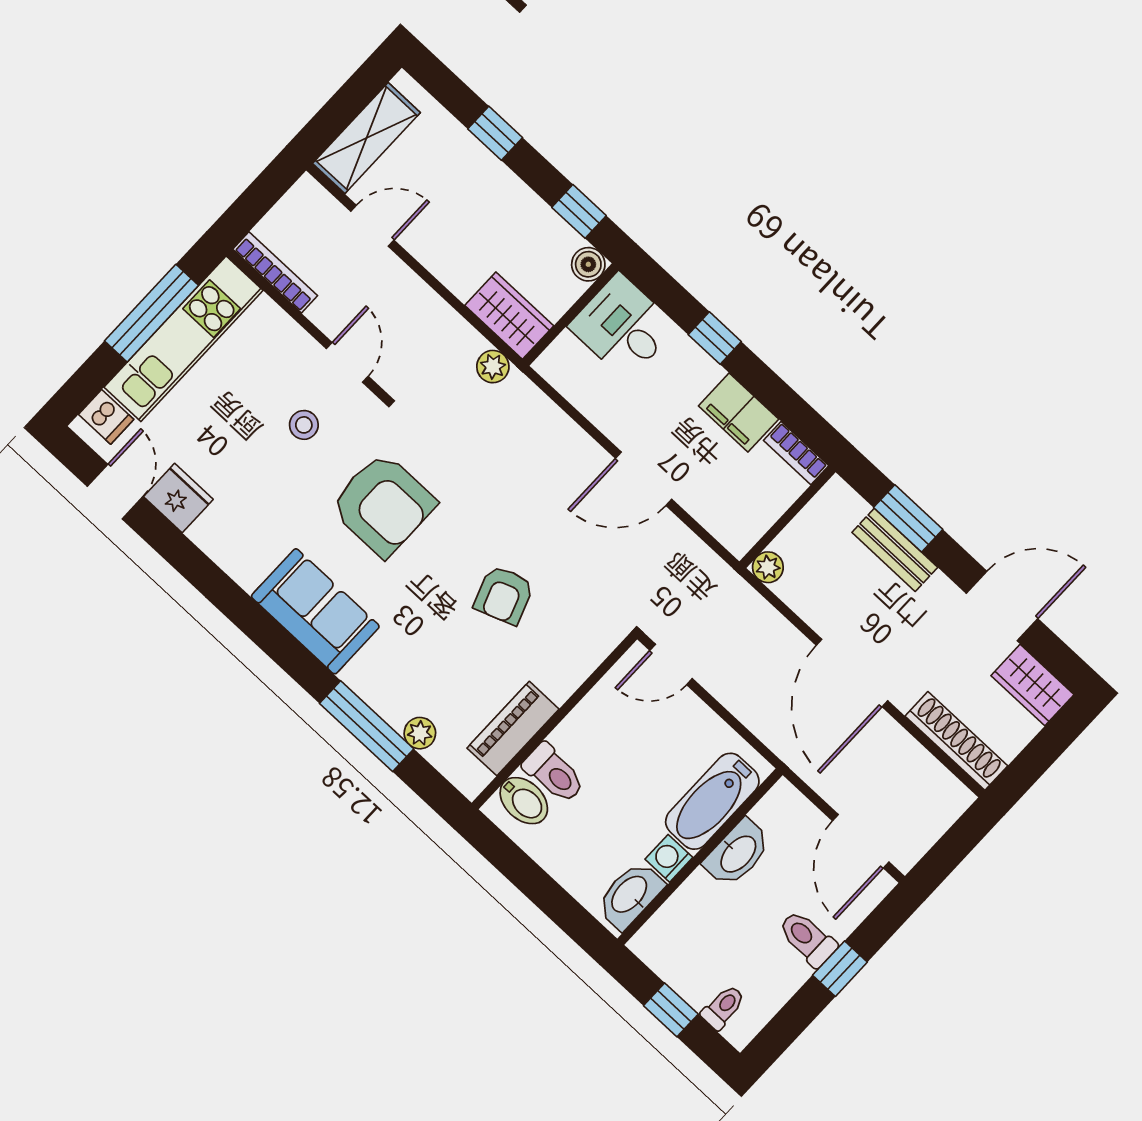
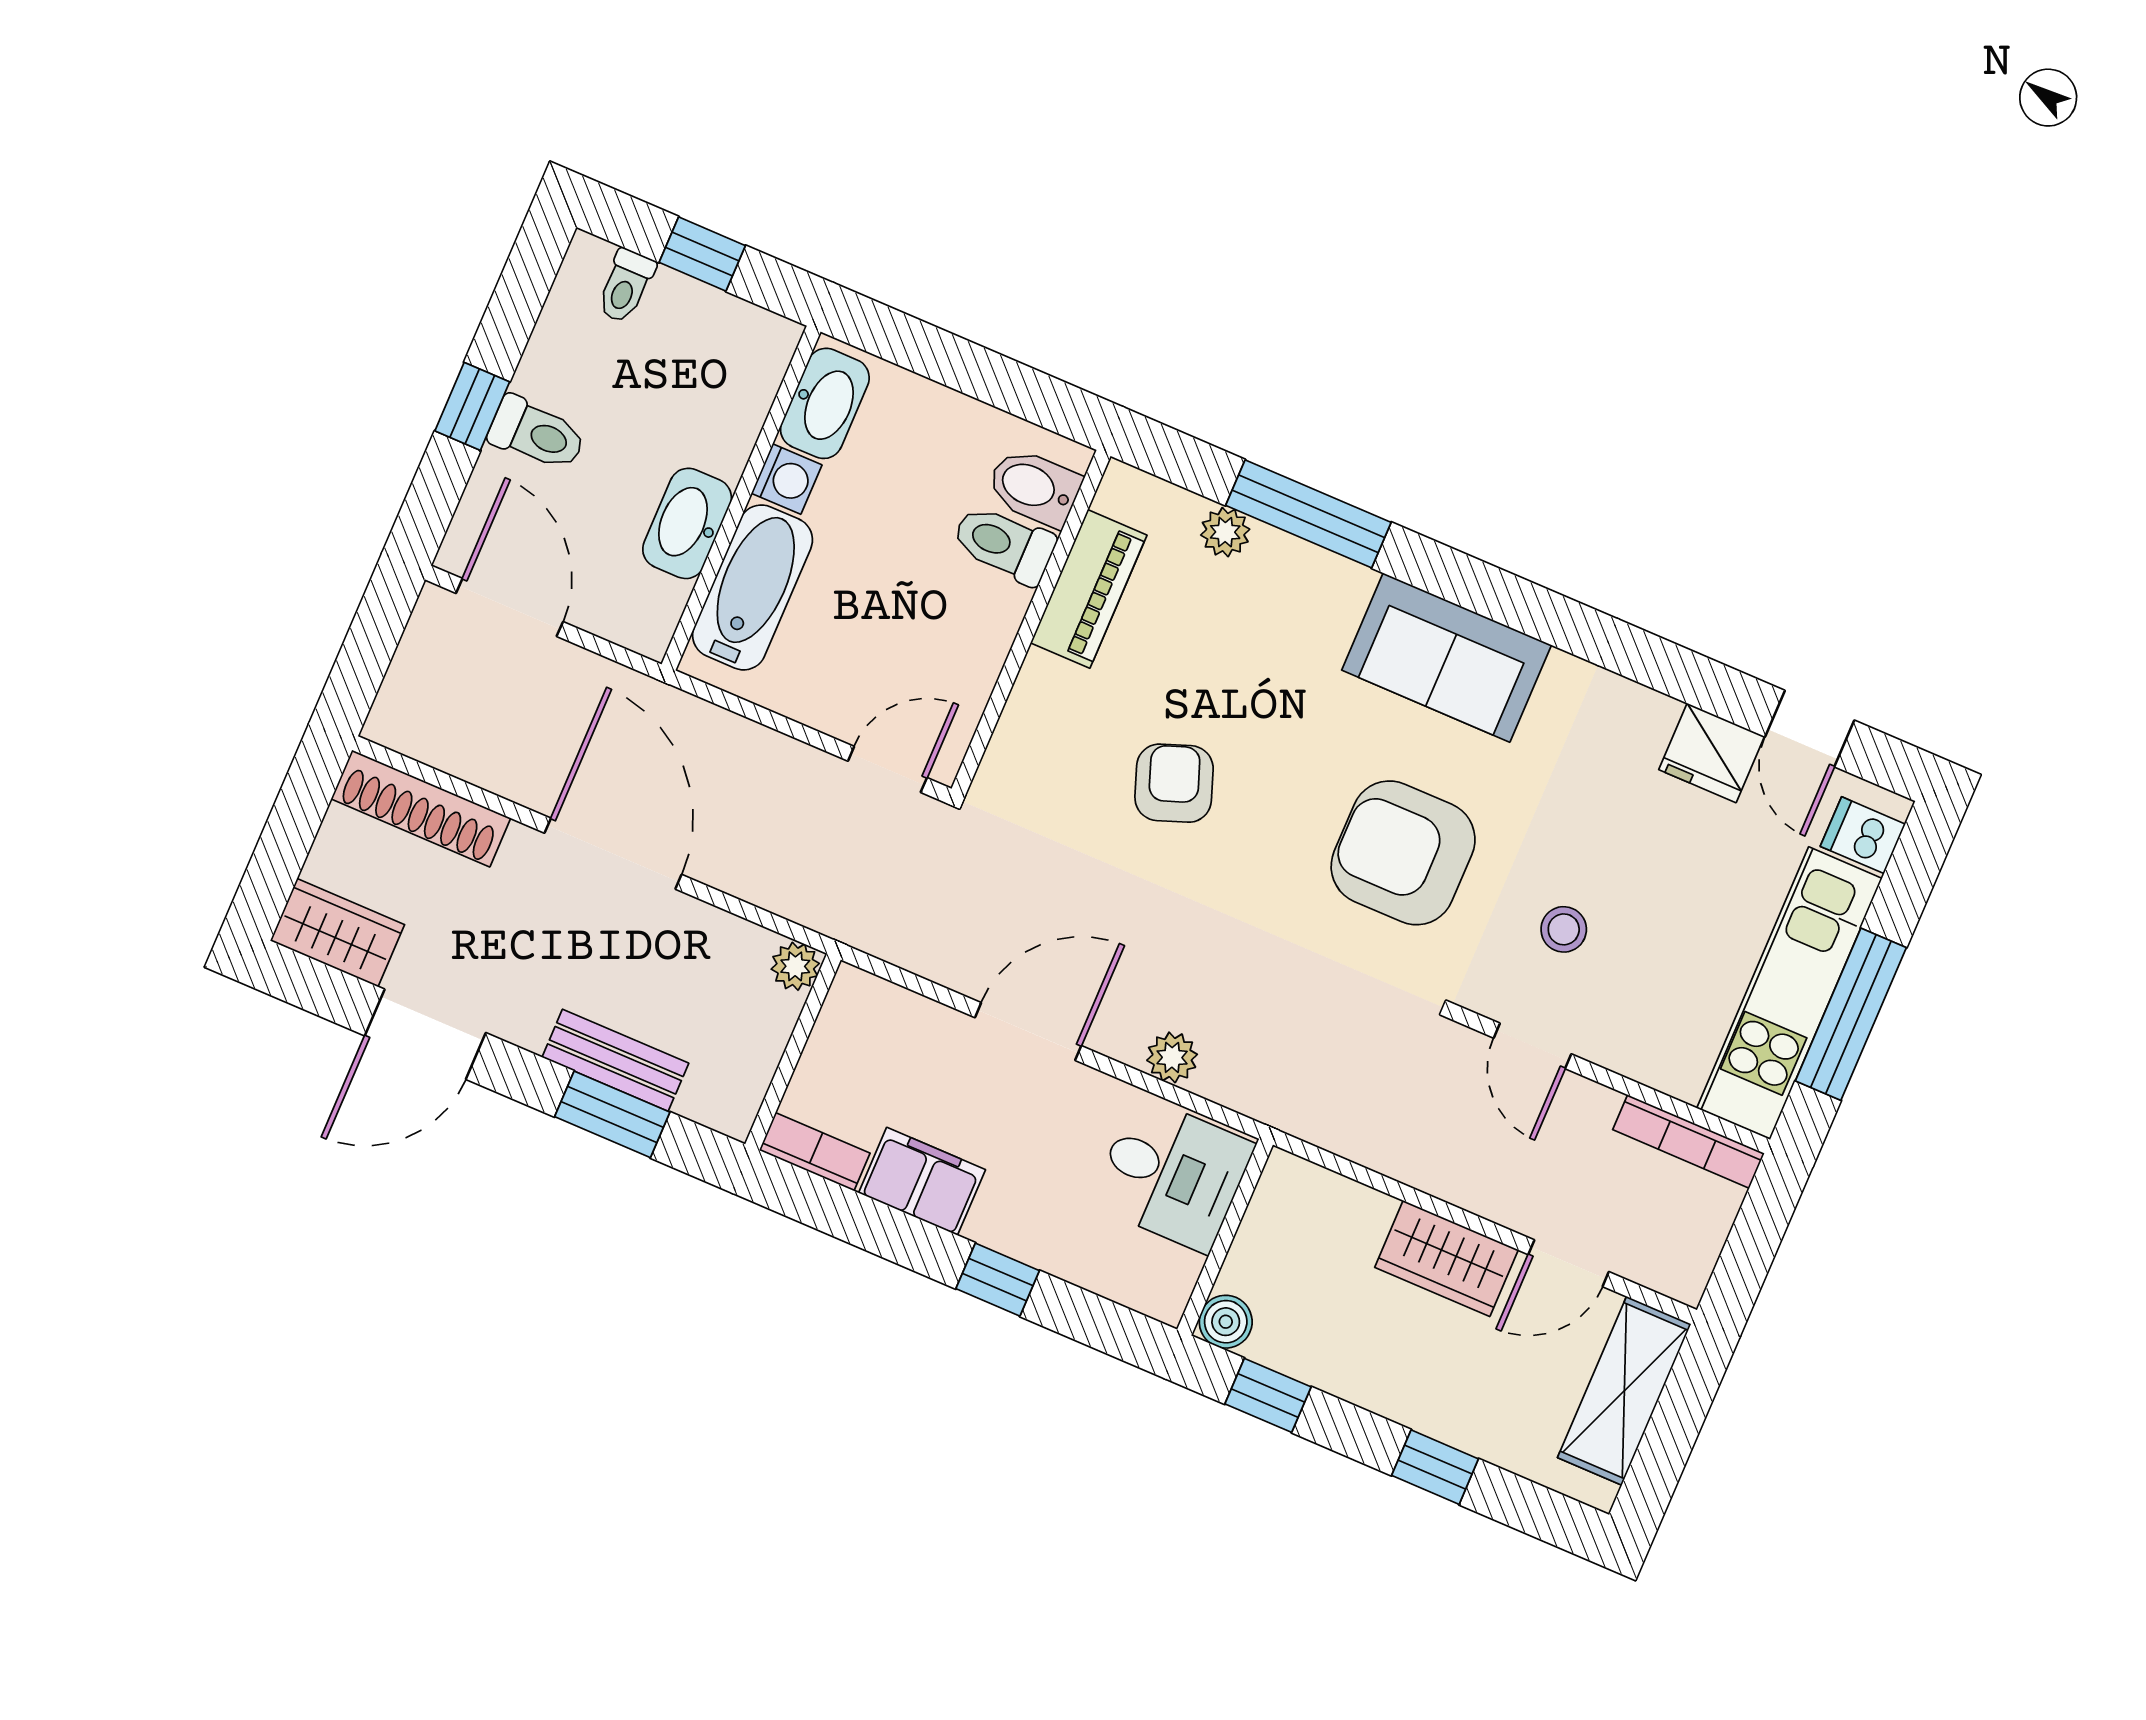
wardrobe: (509, 316) -> (1447, 1259), moved
desk: (623, 327) -> (1172, 1174), moved
plant: (493, 367) -> (1172, 1057), moved

